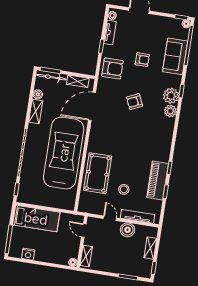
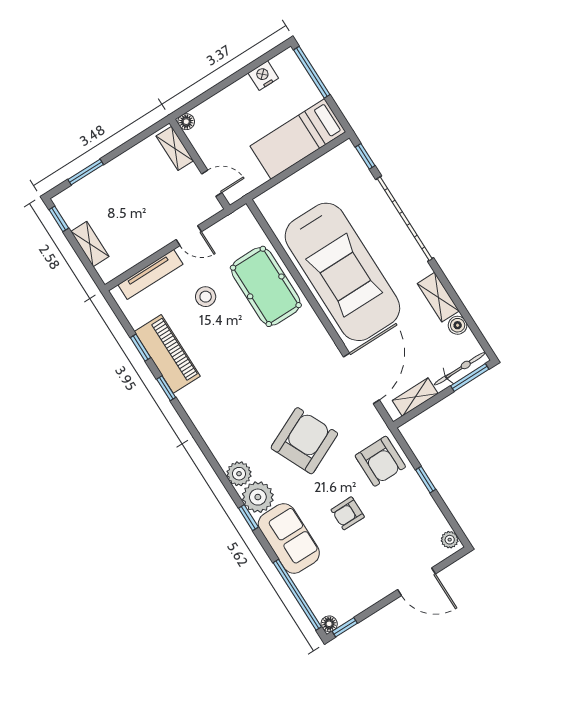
tv unit: (110, 32) -> (431, 511), removed
sofa: (175, 56) -> (289, 538), moved
armchair: (112, 69) -> (380, 461), turned -90
armchair: (134, 102) -> (304, 441), width x1.88, depth x1.88
boiler: (128, 230) -> (148, 241), removed

